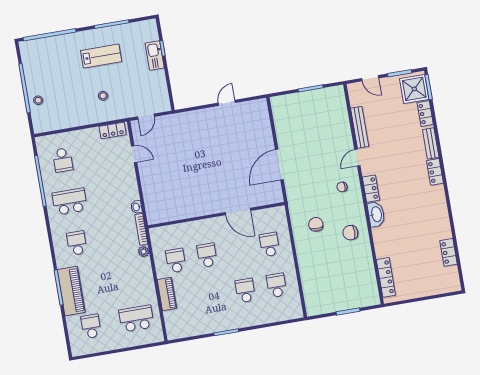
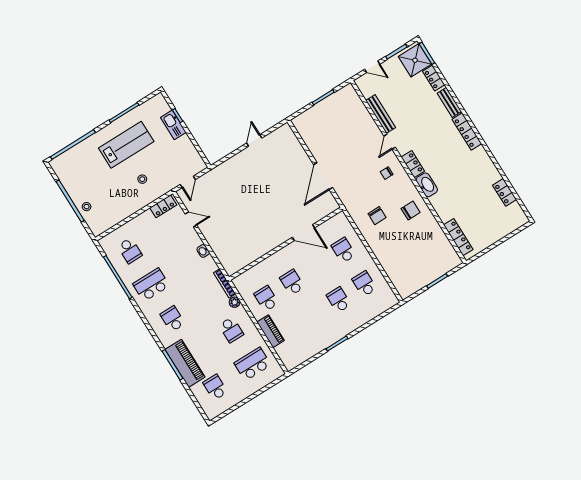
lab bench: (101, 56) -> (126, 145), width x1.36, depth x1.39
locker: (435, 172) -> (467, 131), width x1.53
washbasin: (136, 207) -> (203, 251), moved
chair: (316, 224) -> (377, 216), turned 180
chair: (350, 233) -> (411, 210), turned 180
school desk: (129, 277) -> (231, 330), added

